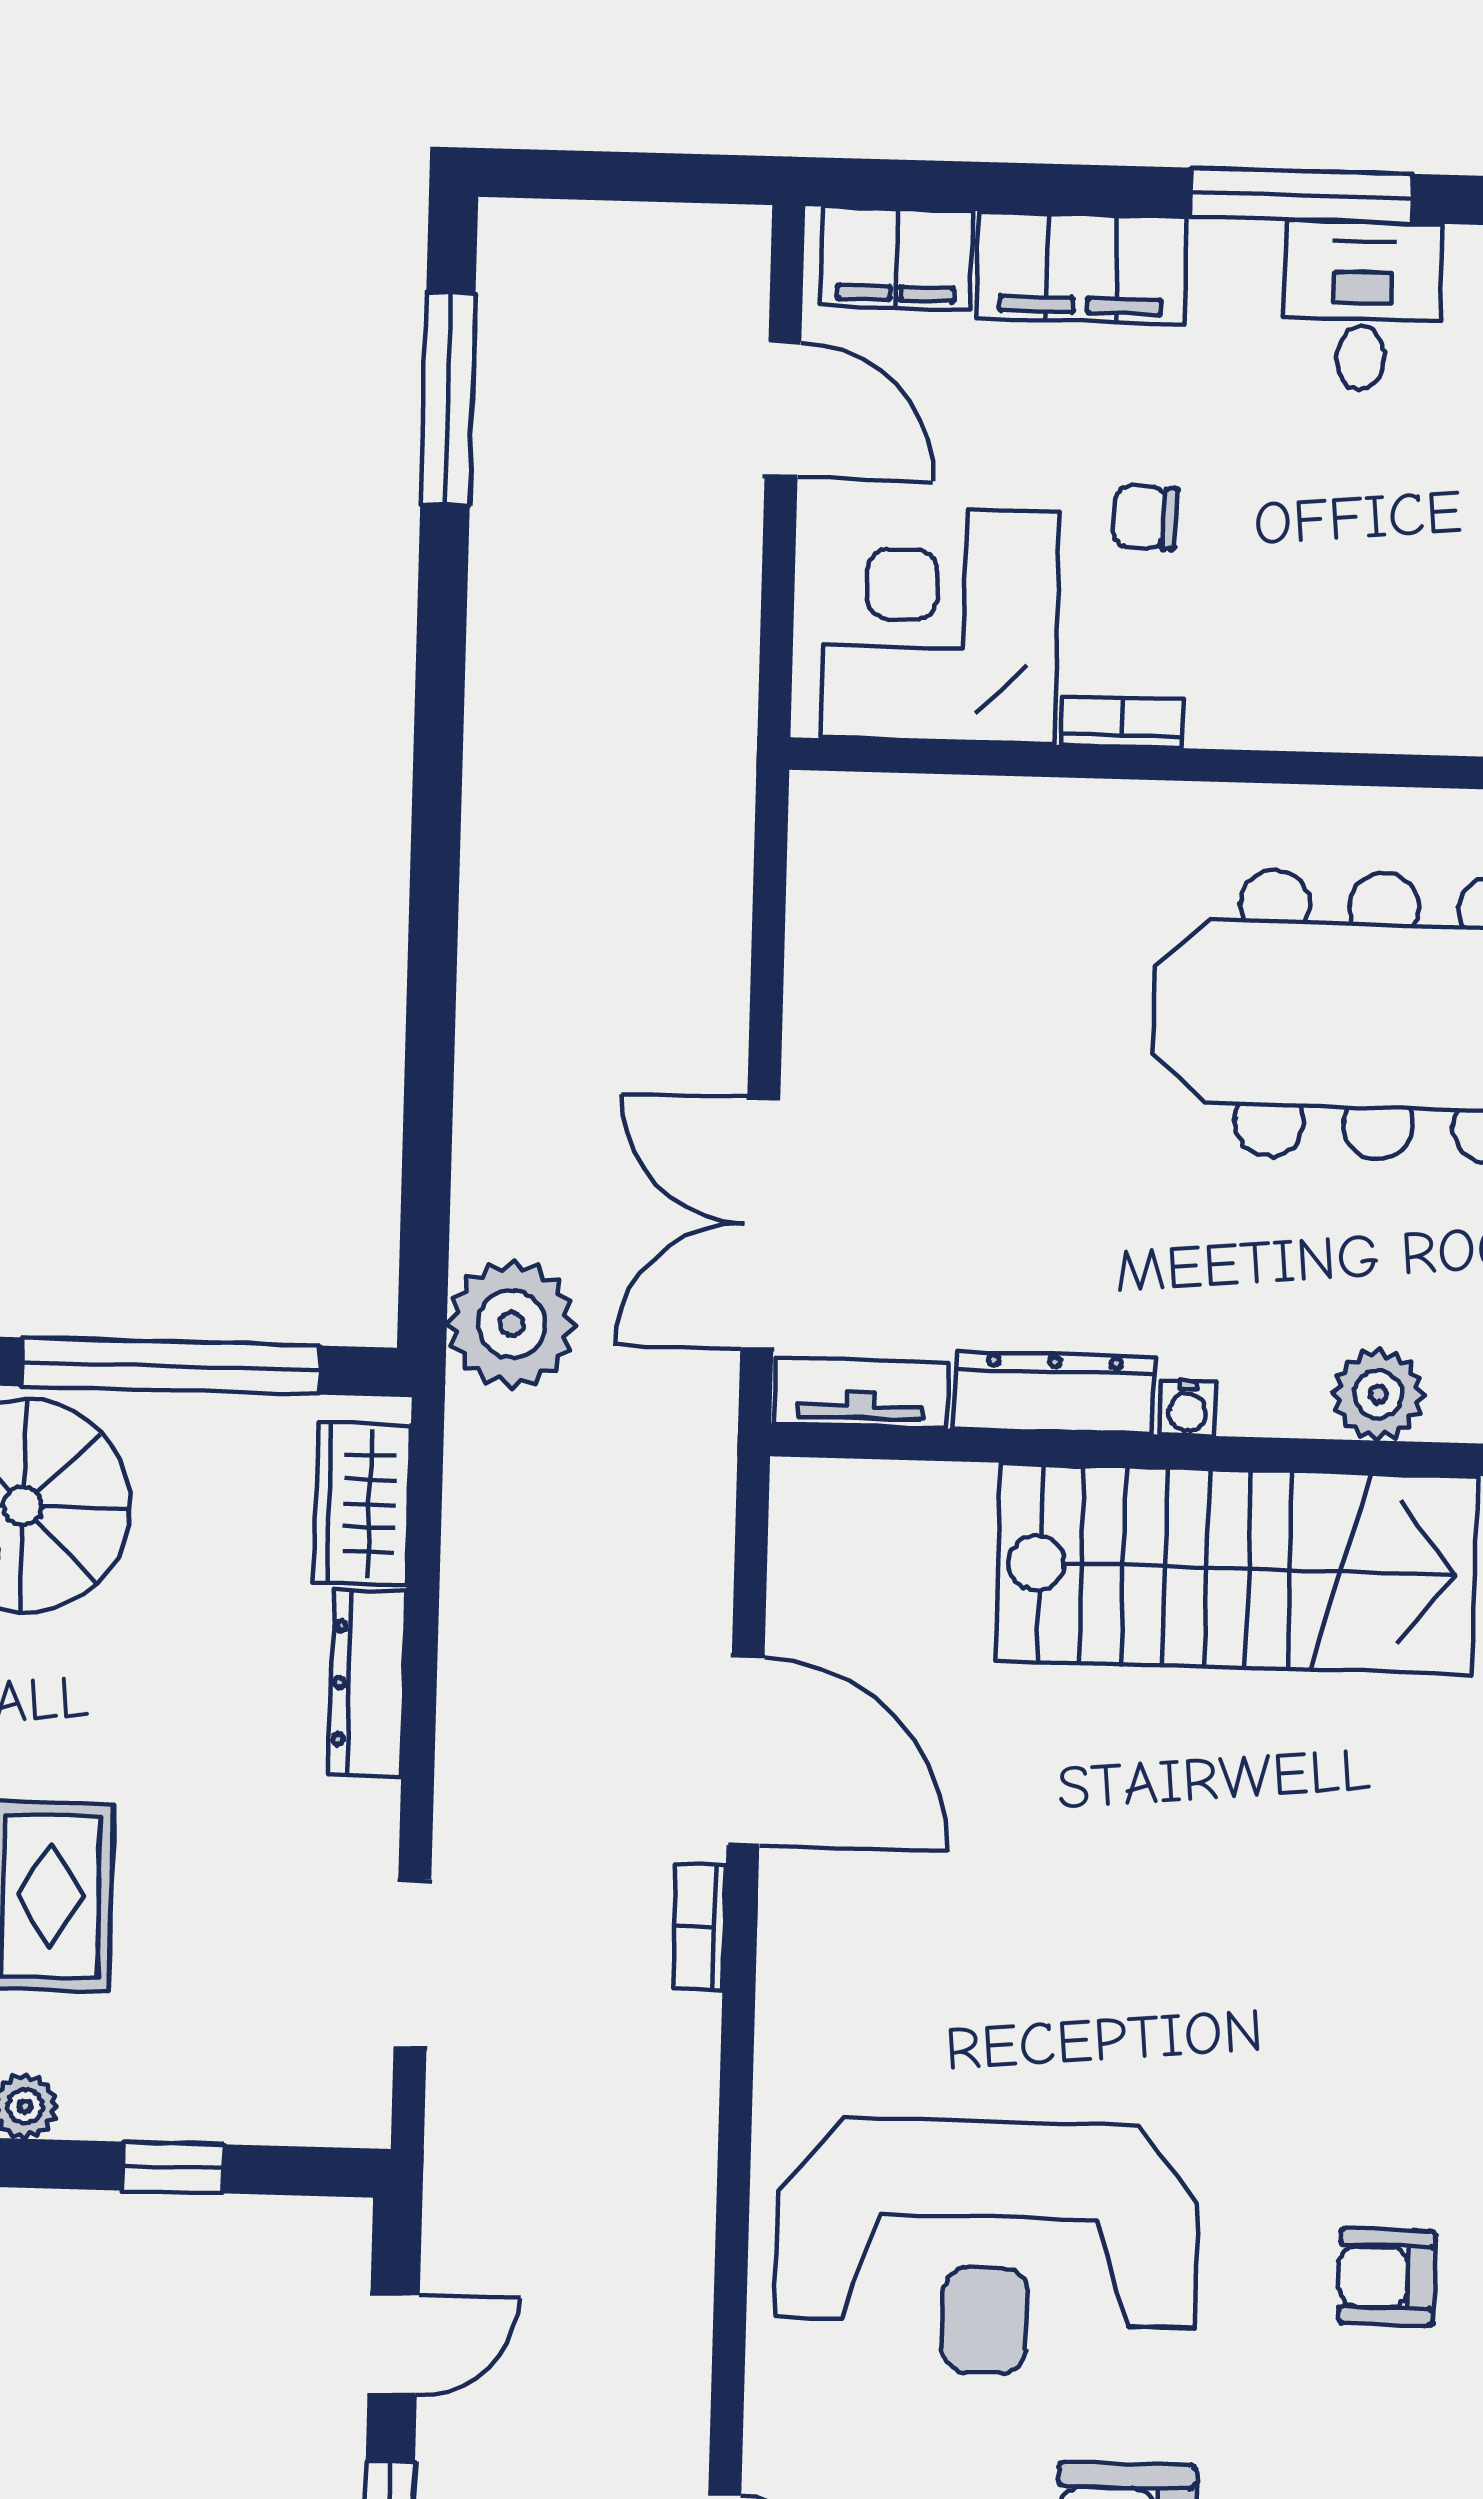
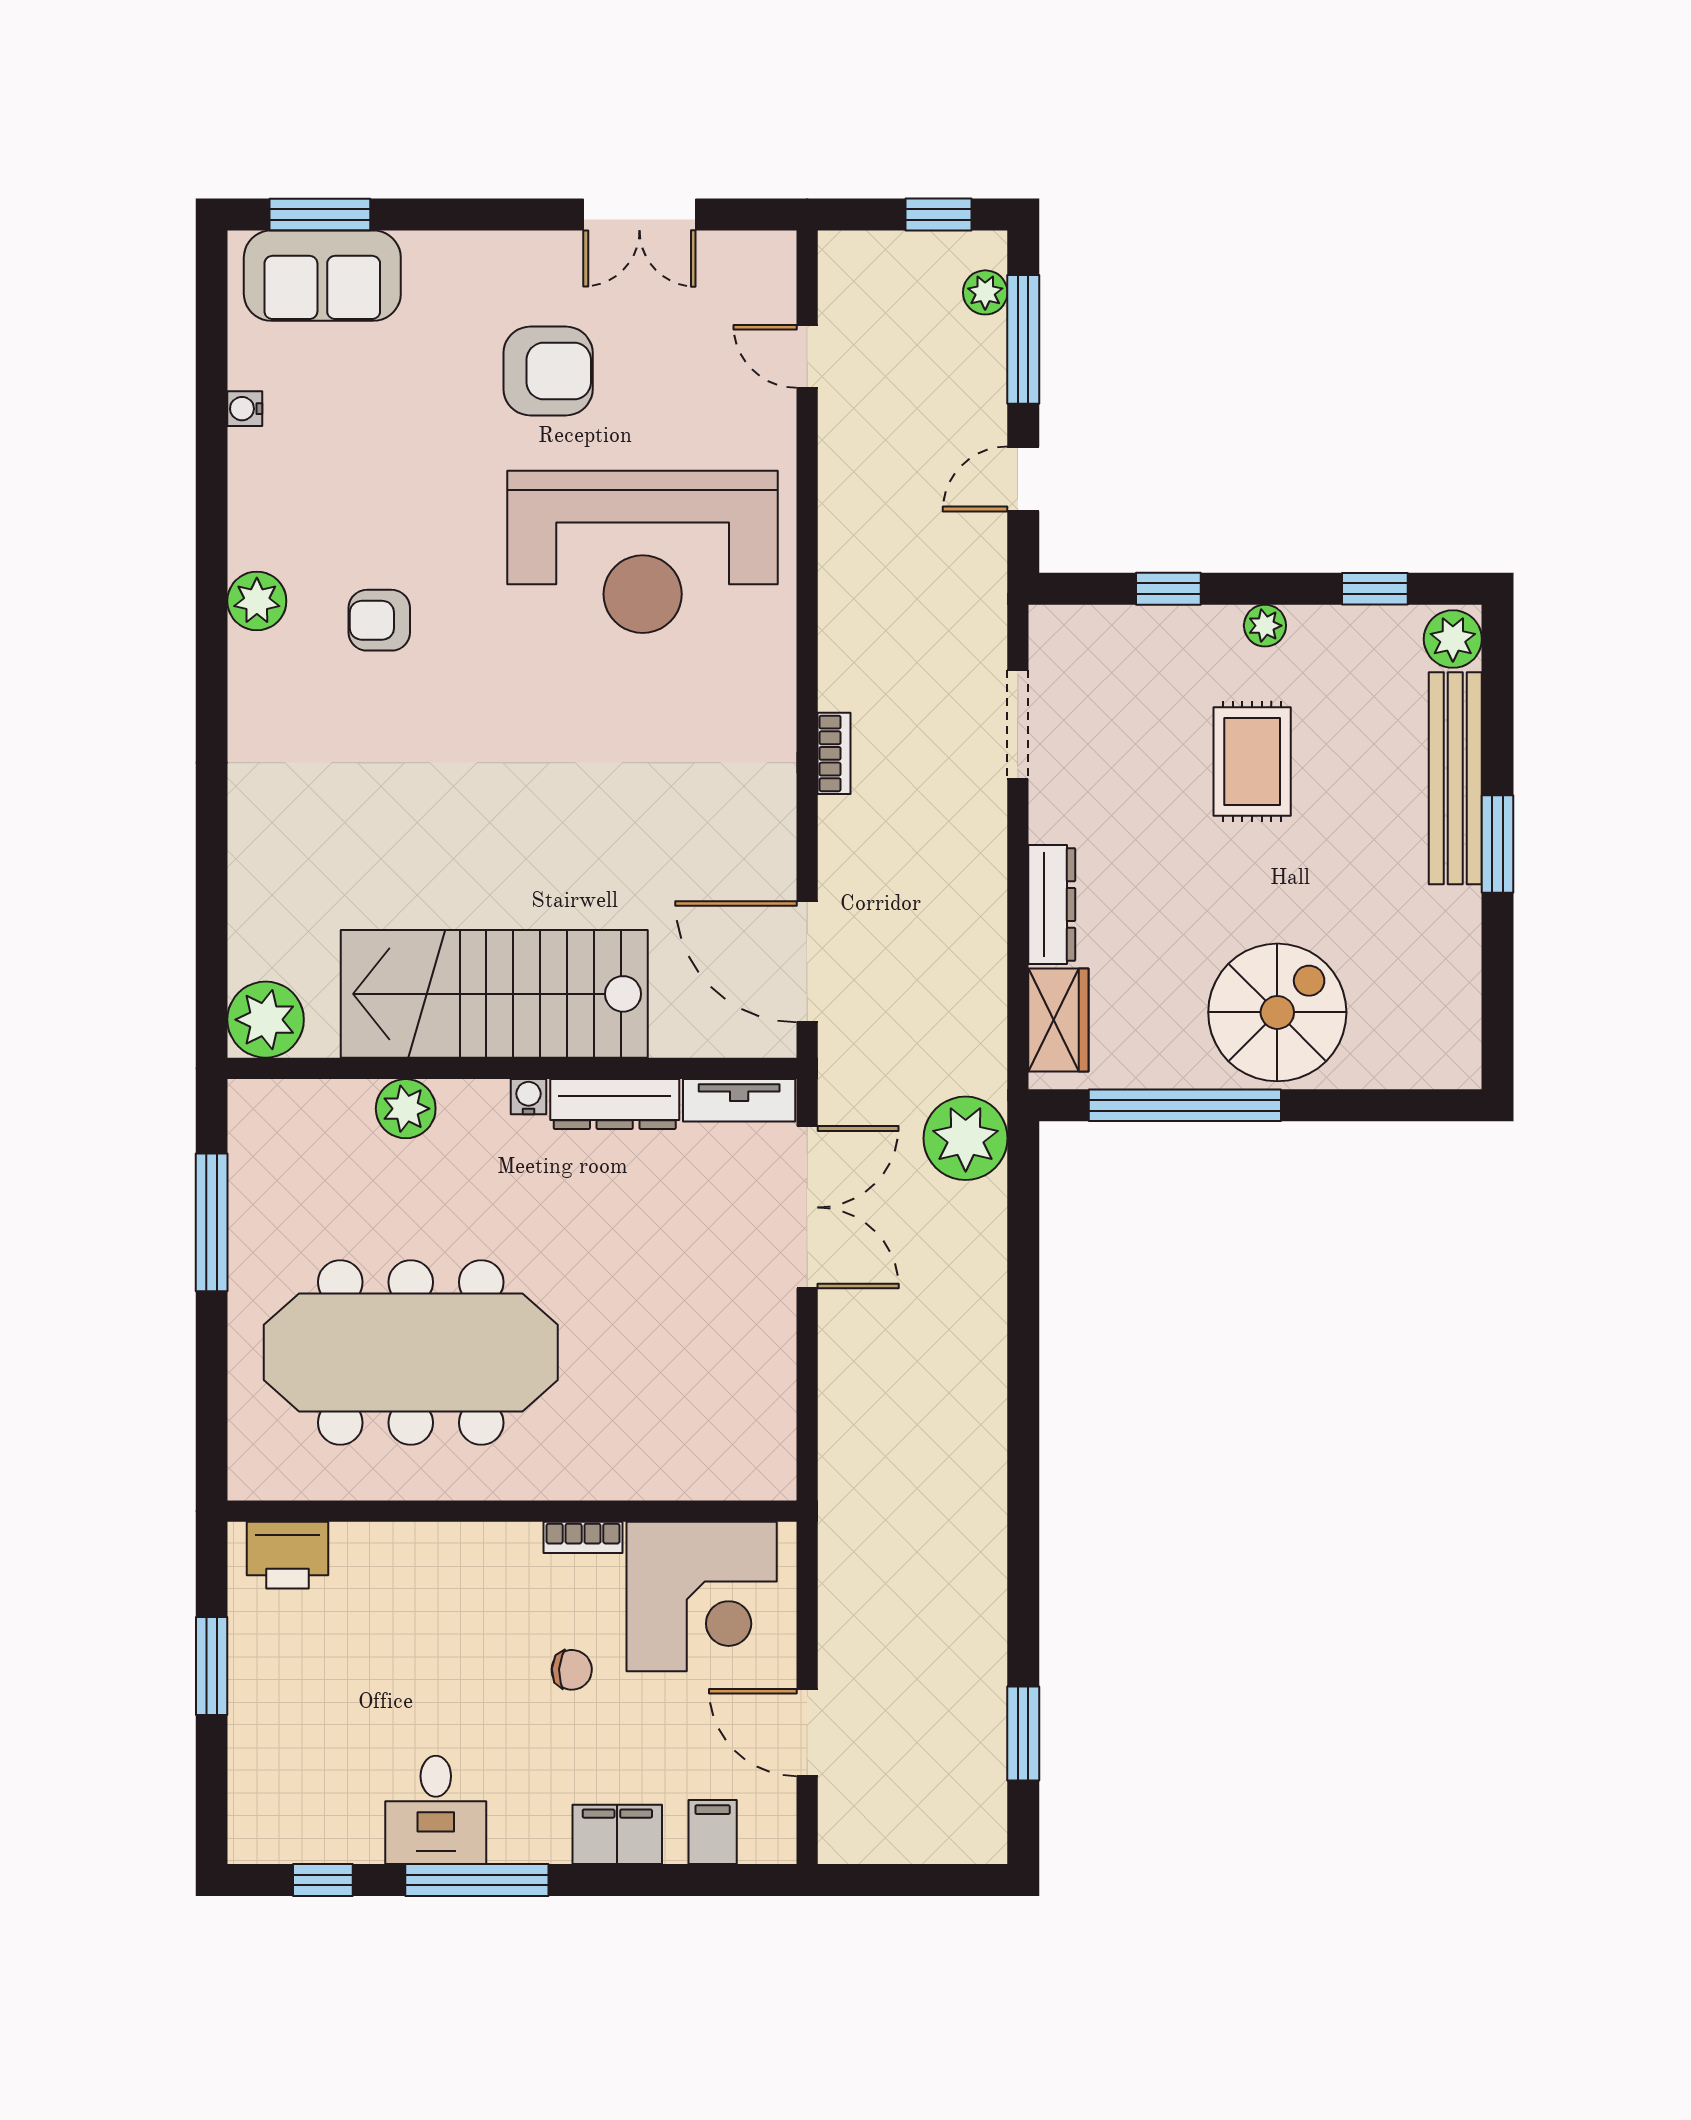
filing cabinet: (897, 258) -> (713, 1832), width x0.50
filing cabinet: (1081, 268) -> (617, 1834), width x0.67, depth x0.86
window: (448, 399) -> (1023, 1734), width x0.69
door: (745, 1751) -> (807, 962), moved
reception desk: (987, 2247) -> (643, 552), turned 180
armchair: (1387, 2277) -> (379, 620), moved, turned 180

